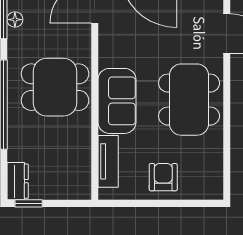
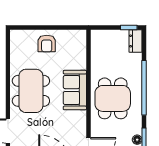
dining table: (55, 87) -> (113, 98), turned 90
tv unit: (108, 161) -> (80, 53), removed

